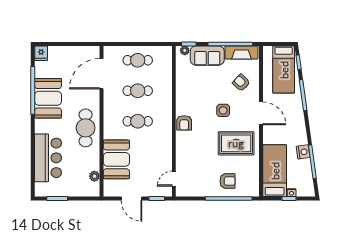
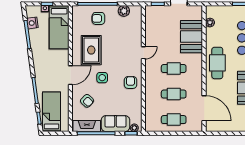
door: (101, 74) -> (204, 108), hinge flipped
door: (261, 113) -> (70, 75), swing flipped
armchair: (184, 123) -> (131, 82), moved
rug: (236, 143) -> (91, 50), turned 90
nightstand: (303, 152) -> (32, 23), moved
door: (174, 179) -> (143, 53), moved
plant: (197, 190) -> (124, 11), added

